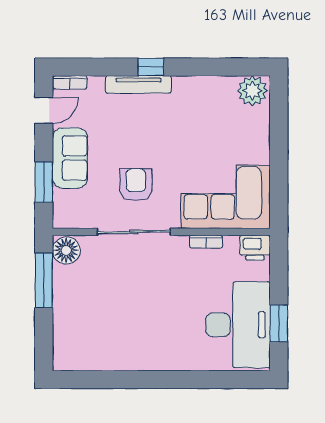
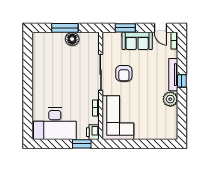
plant: (252, 91) -> (170, 99), moved
armchair: (136, 185) -> (124, 73), turned 90
floor lamp: (66, 250) -> (72, 39), moved
window: (44, 280) -> (65, 28), moved
window: (279, 323) -> (82, 144), moved

